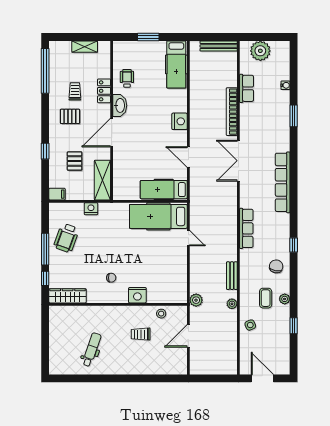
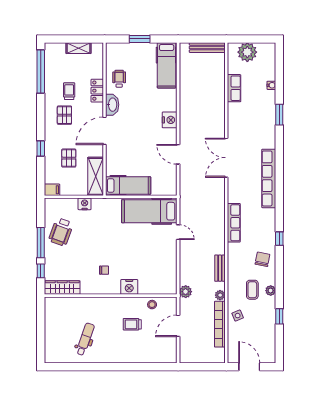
bookcase: (232, 112) -> (220, 324), moved
pallet: (70, 116) -> (64, 115), turned 90
hospital bed: (164, 190) -> (128, 185), moved, turned 180

